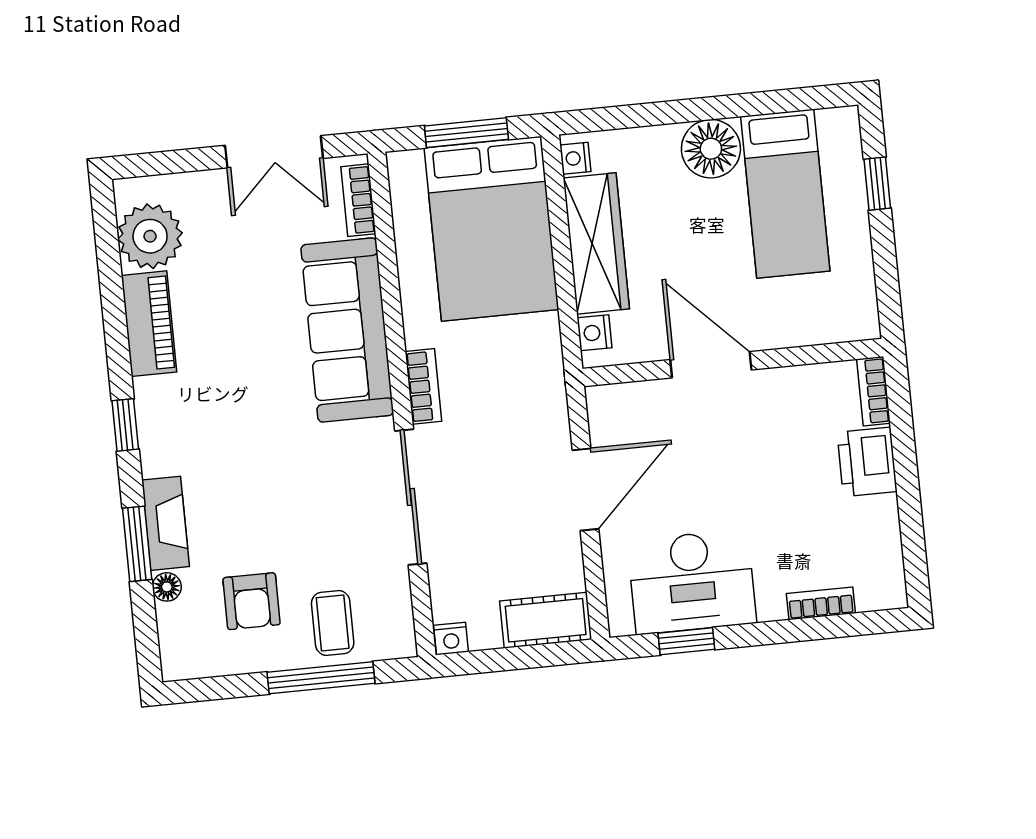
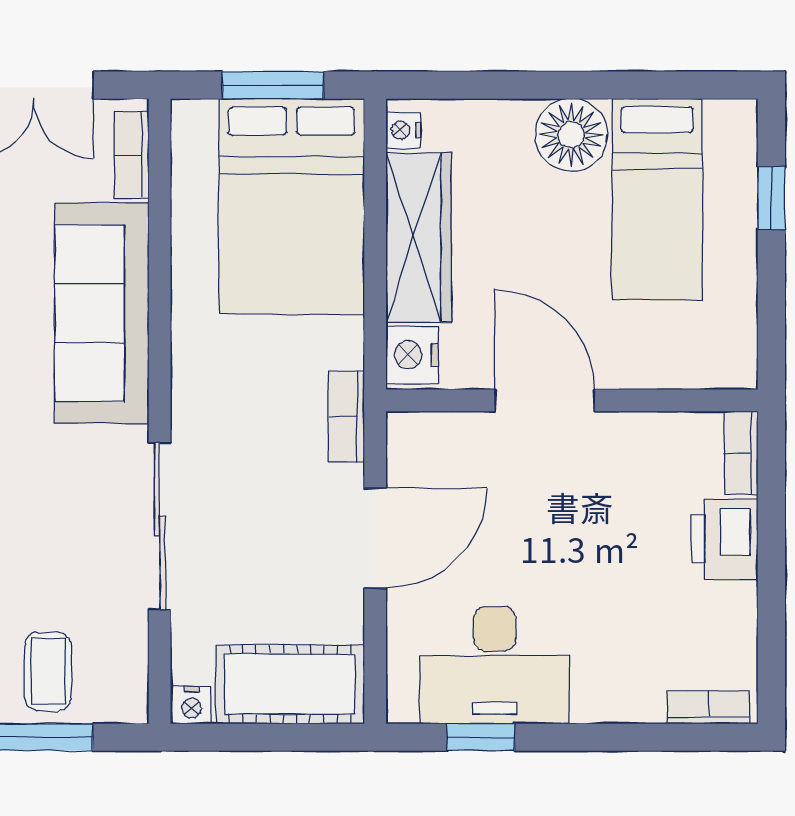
nightstand: (594, 333) -> (412, 355), width x1.39, depth x1.35
bookcase: (423, 386) -> (346, 417), moved, turned 180
bookcase: (821, 603) -> (708, 707), moved
cot: (546, 620) -> (290, 684), width x1.37, depth x1.34

